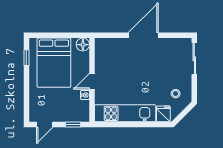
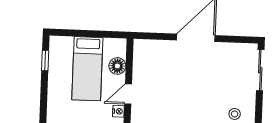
floor lamp: (83, 45) -> (117, 66), moved
bed: (54, 63) -> (87, 69), width x0.67

